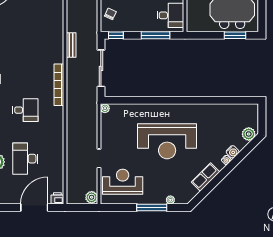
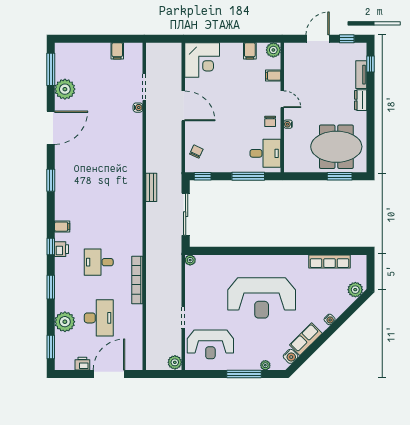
bookcase: (59, 85) -> (137, 280), moved
row of seats: (226, 109) -> (330, 261), added
desk: (25, 110) -> (99, 262), turned 180
water cooler: (233, 152) -> (291, 356), moved
desk: (25, 159) -> (99, 318), turned 180
reception desk: (123, 182) -> (210, 344), turned 180
printer: (57, 198) -> (82, 364), moved

